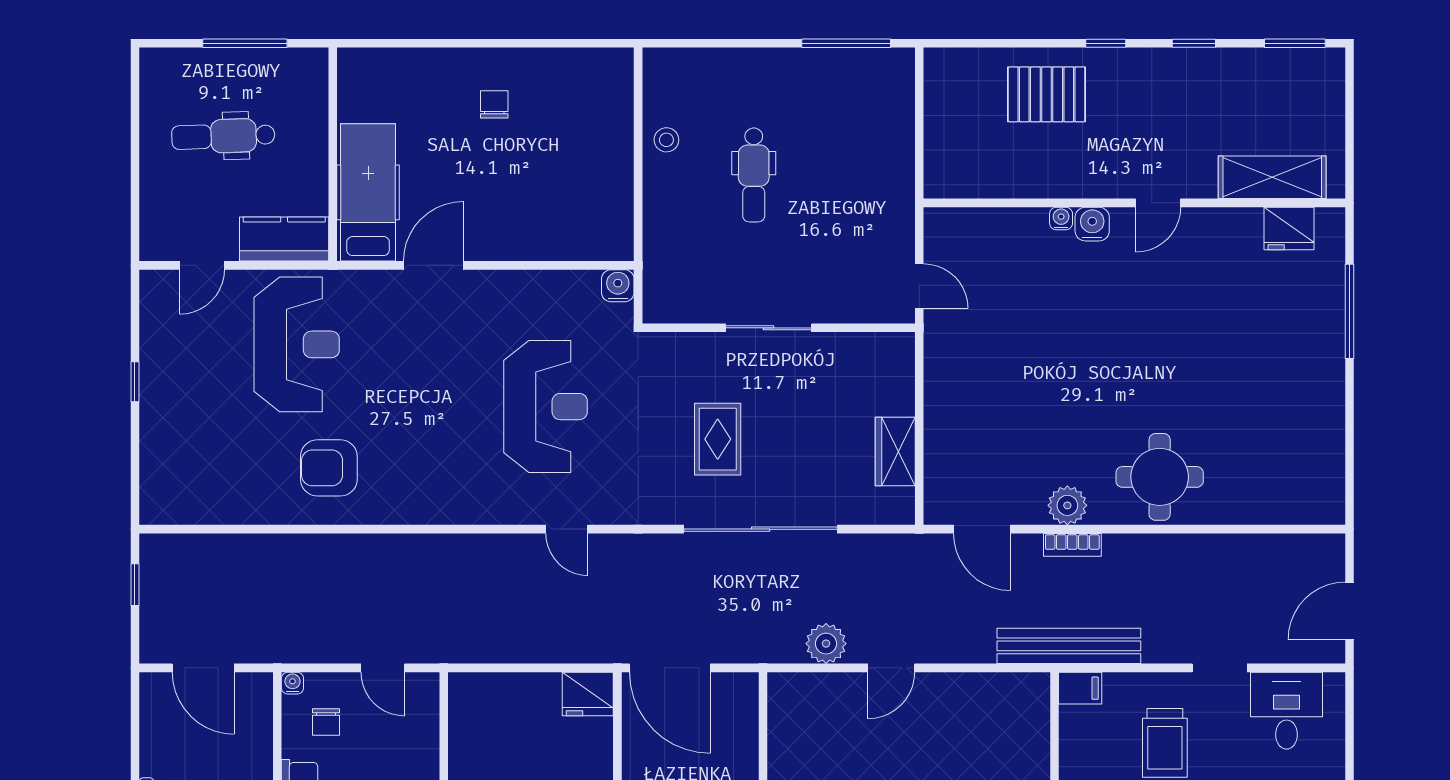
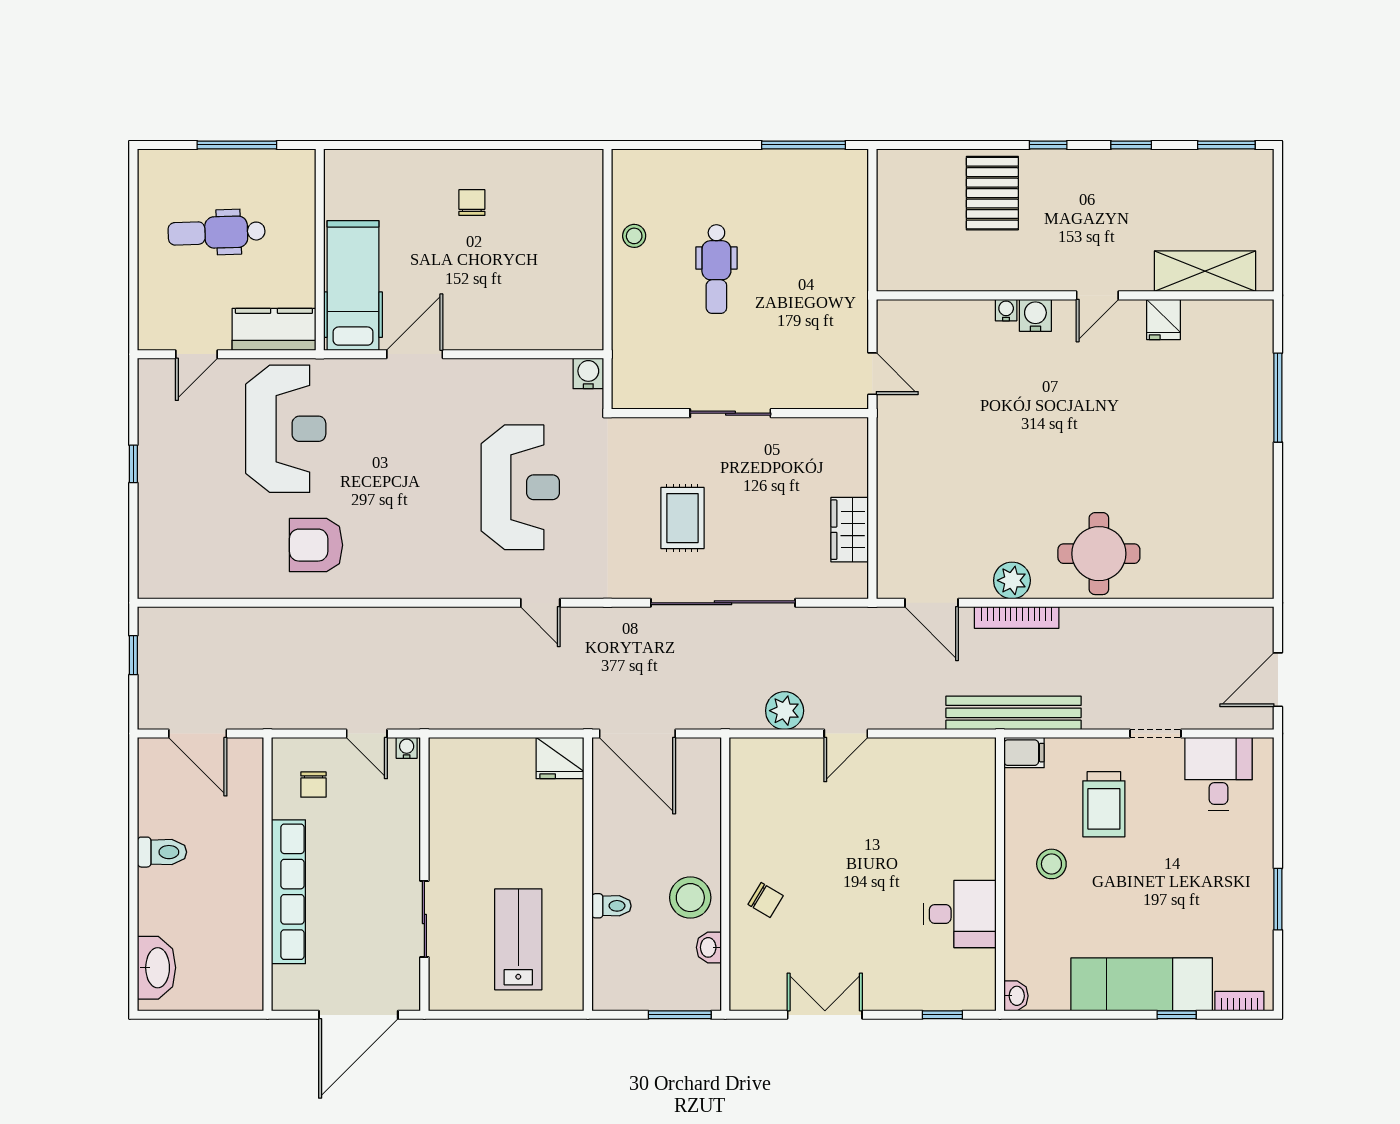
pallet: (1047, 94) -> (992, 193), turned 90
fridge: (1289, 228) -> (1163, 319), moved, width x0.72
bookcase: (1072, 545) -> (1017, 618), width x1.56
water cooler: (292, 683) -> (407, 748), moved

